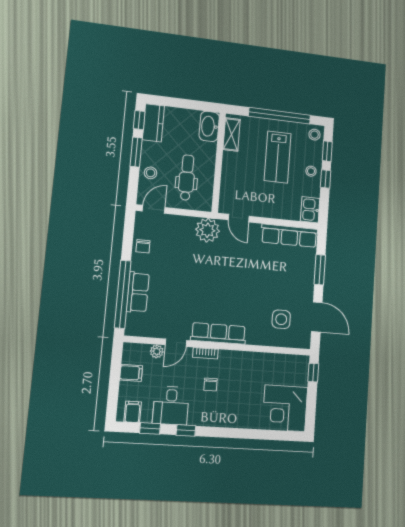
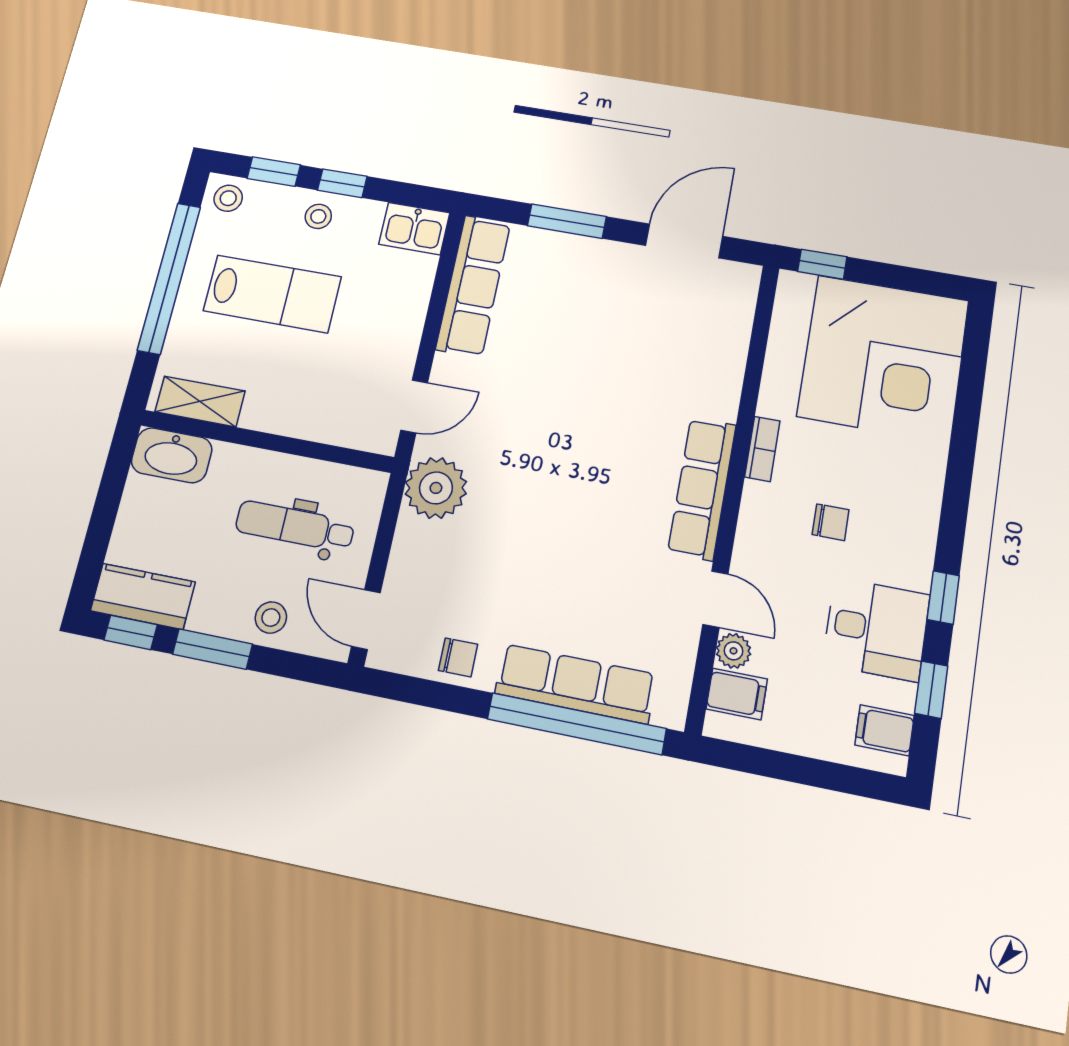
row of seats: (138, 292) -> (576, 684), width x1.48
side table: (281, 319) -> (681, 328), removed
bookcase: (205, 353) -> (762, 449), moved
filing cabinet: (131, 373) -> (737, 694), moved, turned 90
corner desk: (285, 408) -> (883, 358), width x1.36, depth x1.36

